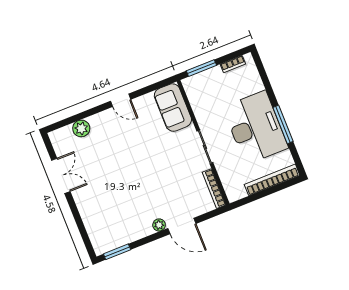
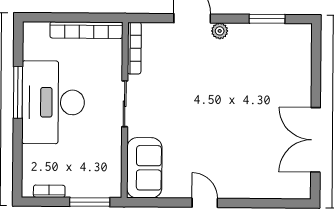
plant: (81, 128) -> (267, 188), removed
double door: (61, 176) -> (316, 140), width x1.37
bookcase: (272, 180) -> (86, 30), moved
window: (117, 252) -> (267, 19), moved

